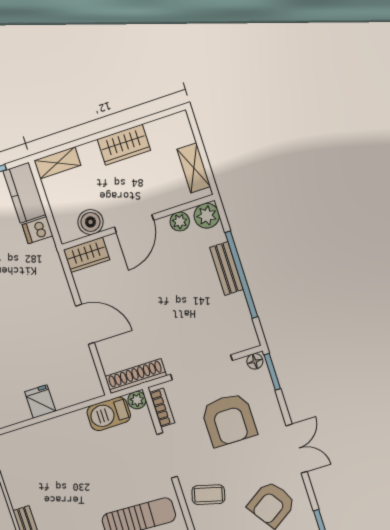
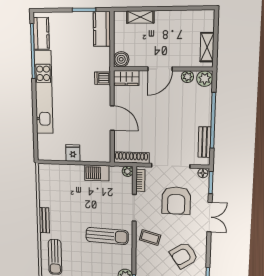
wardrobe: (124, 145) -> (170, 19), removed
shelving: (57, 163) -> (140, 17), moved
boiler: (90, 222) -> (121, 59), moved
dishwasher: (38, 230) -> (103, 78), moved
bench: (226, 268) -> (204, 142), moved
barbecue: (109, 414) -> (97, 173), moved
double door: (297, 449) -> (210, 217), moved

